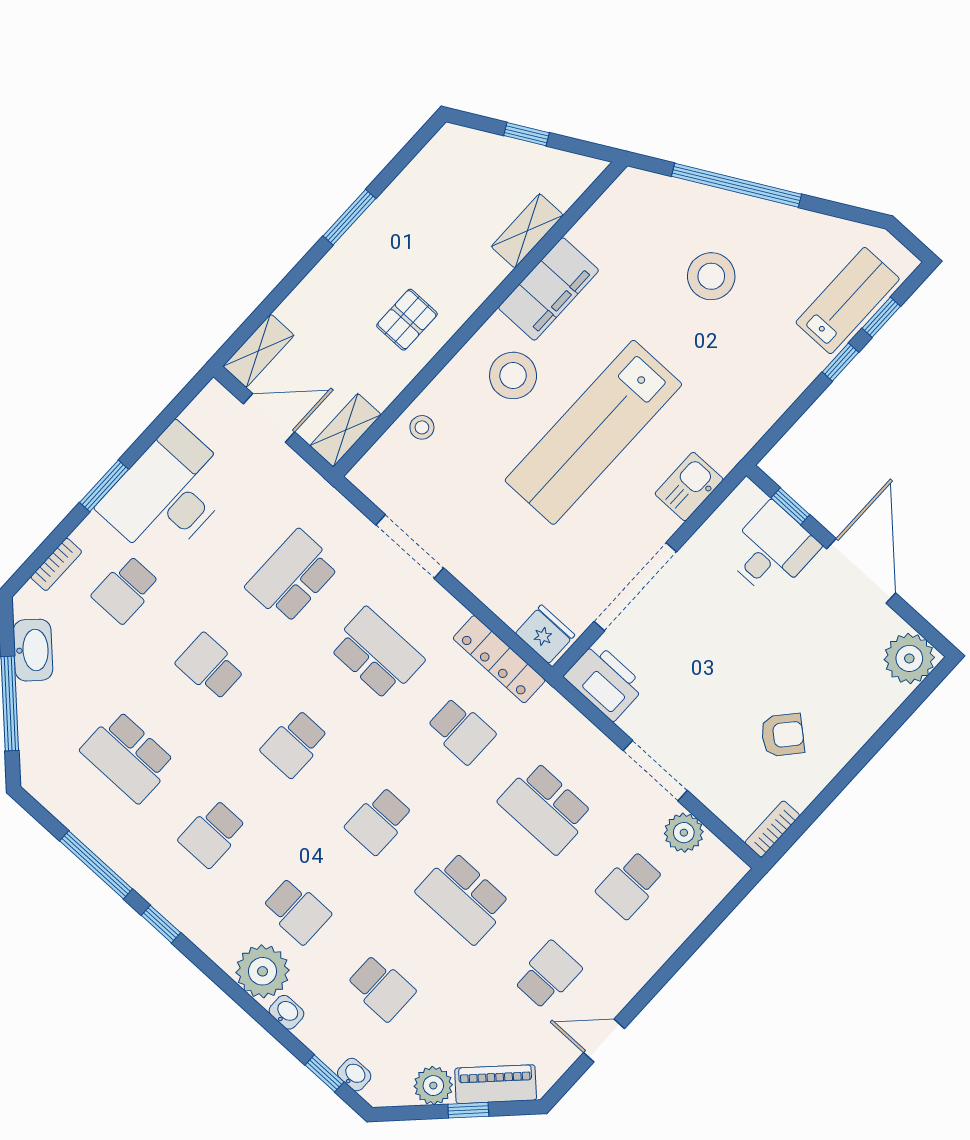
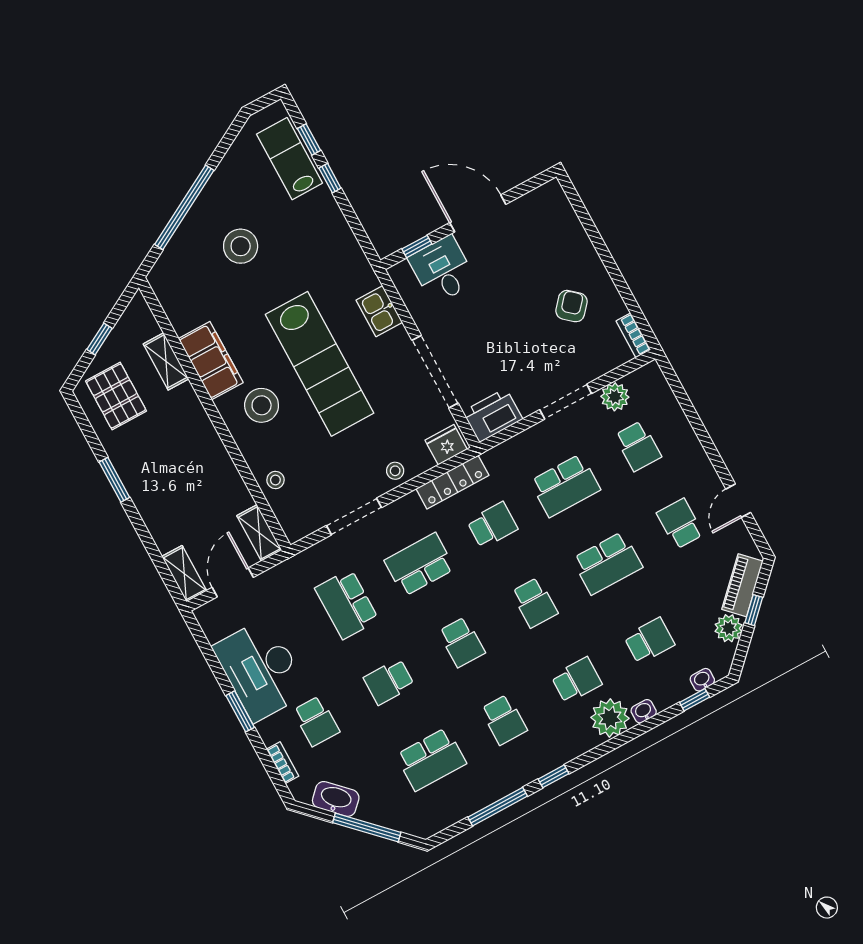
pallet: (407, 320) -> (116, 396), moved, width x1.50, depth x1.42
stool: (488, 579) -> (395, 471), added
plant: (909, 658) -> (549, 201), removed

